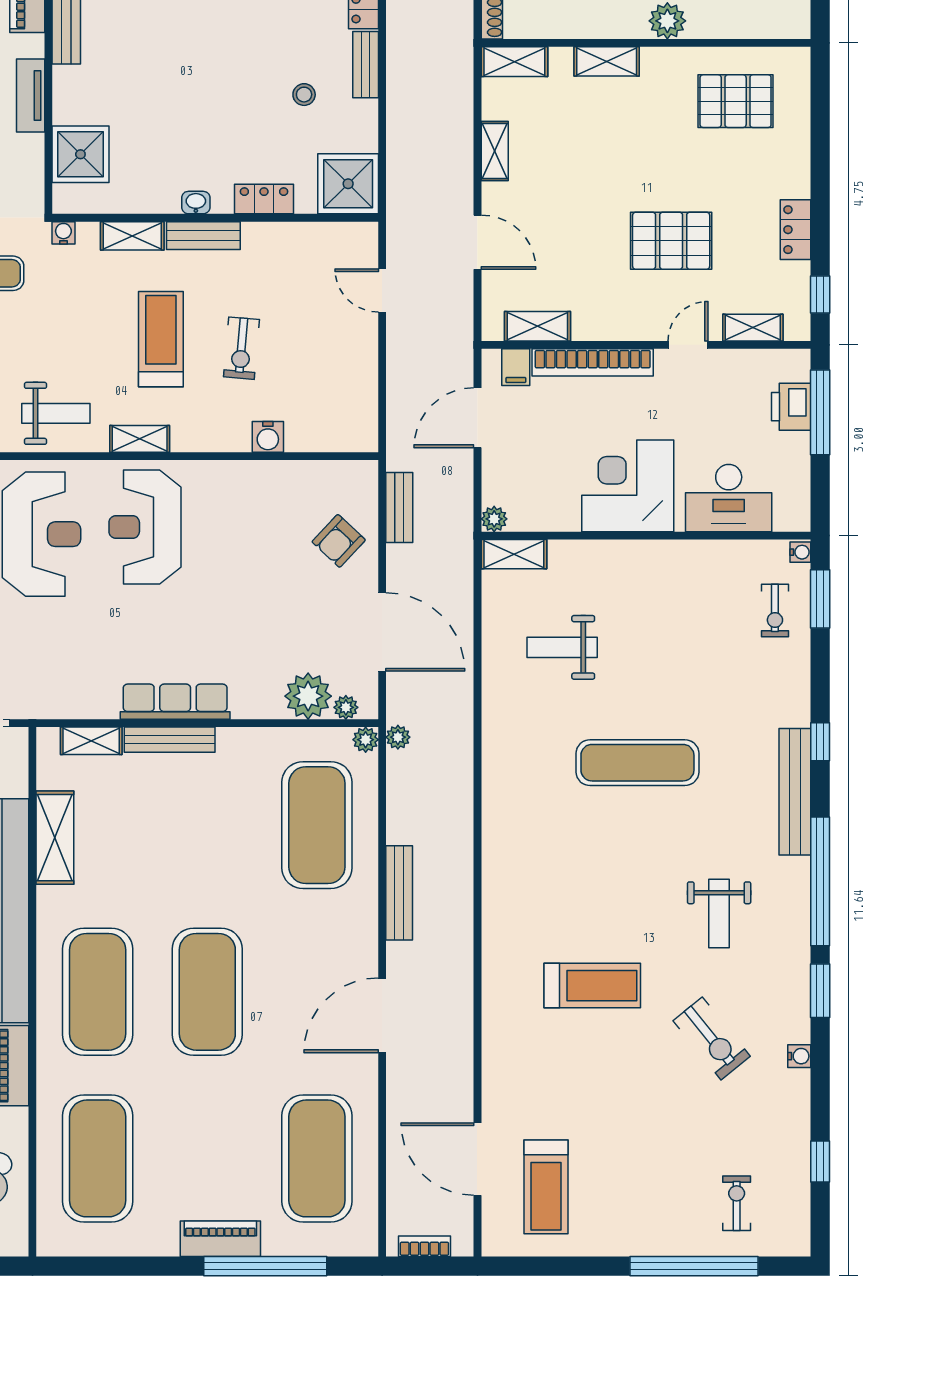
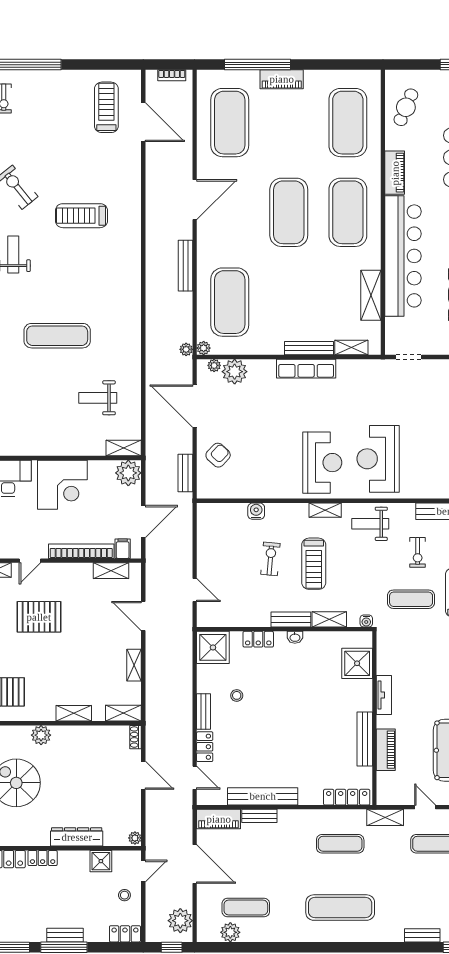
plant: (494, 519) -> (128, 473), width x1.88, depth x1.88
weight bench: (562, 647) -> (98, 398), turned 180

